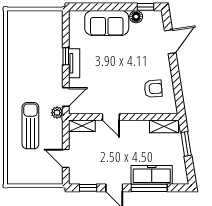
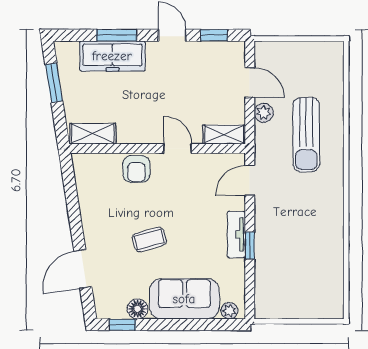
plant: (79, 16) -> (229, 311), added
coffee table: (129, 60) -> (149, 239), added
armchair: (153, 89) -> (136, 169), moved, turned -86
plant: (57, 113) -> (264, 113), moved
window: (186, 144) -> (54, 83), moved
window: (149, 188) -> (117, 35), width x0.69

